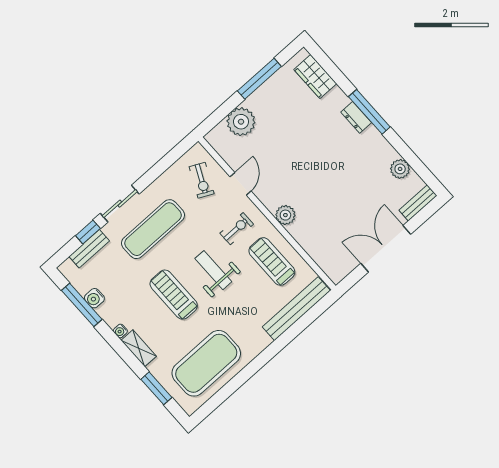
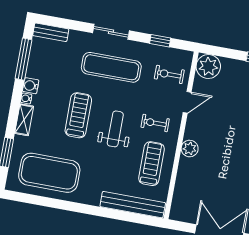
plant: (241, 122) -> (208, 66), moved
exercise bike: (202, 180) -> (169, 74), turned 64
exercise bike: (237, 229) -> (155, 123), turned 180
window: (88, 232) -> (160, 41), moved
bench: (89, 249) -> (51, 32), moved
water cooler: (94, 298) -> (31, 86), moved

